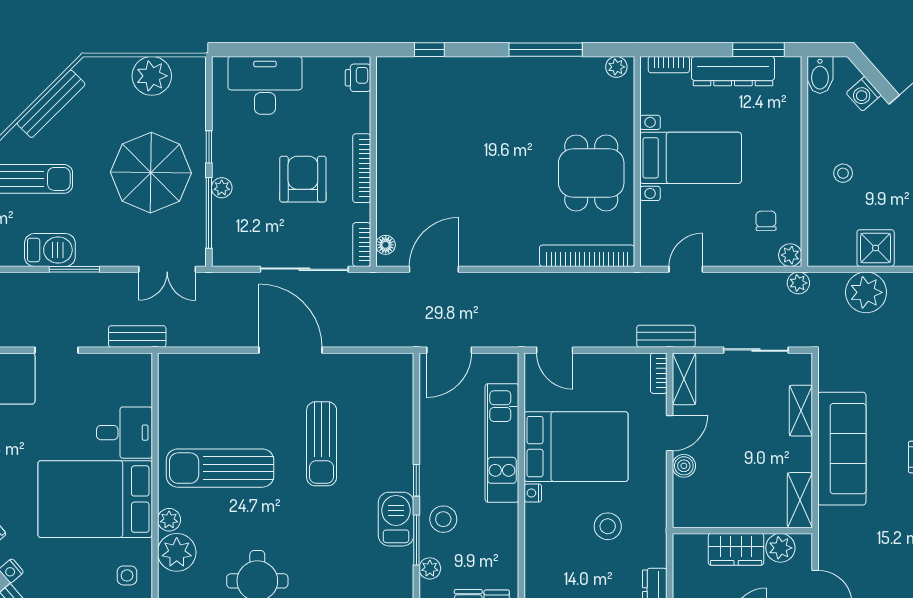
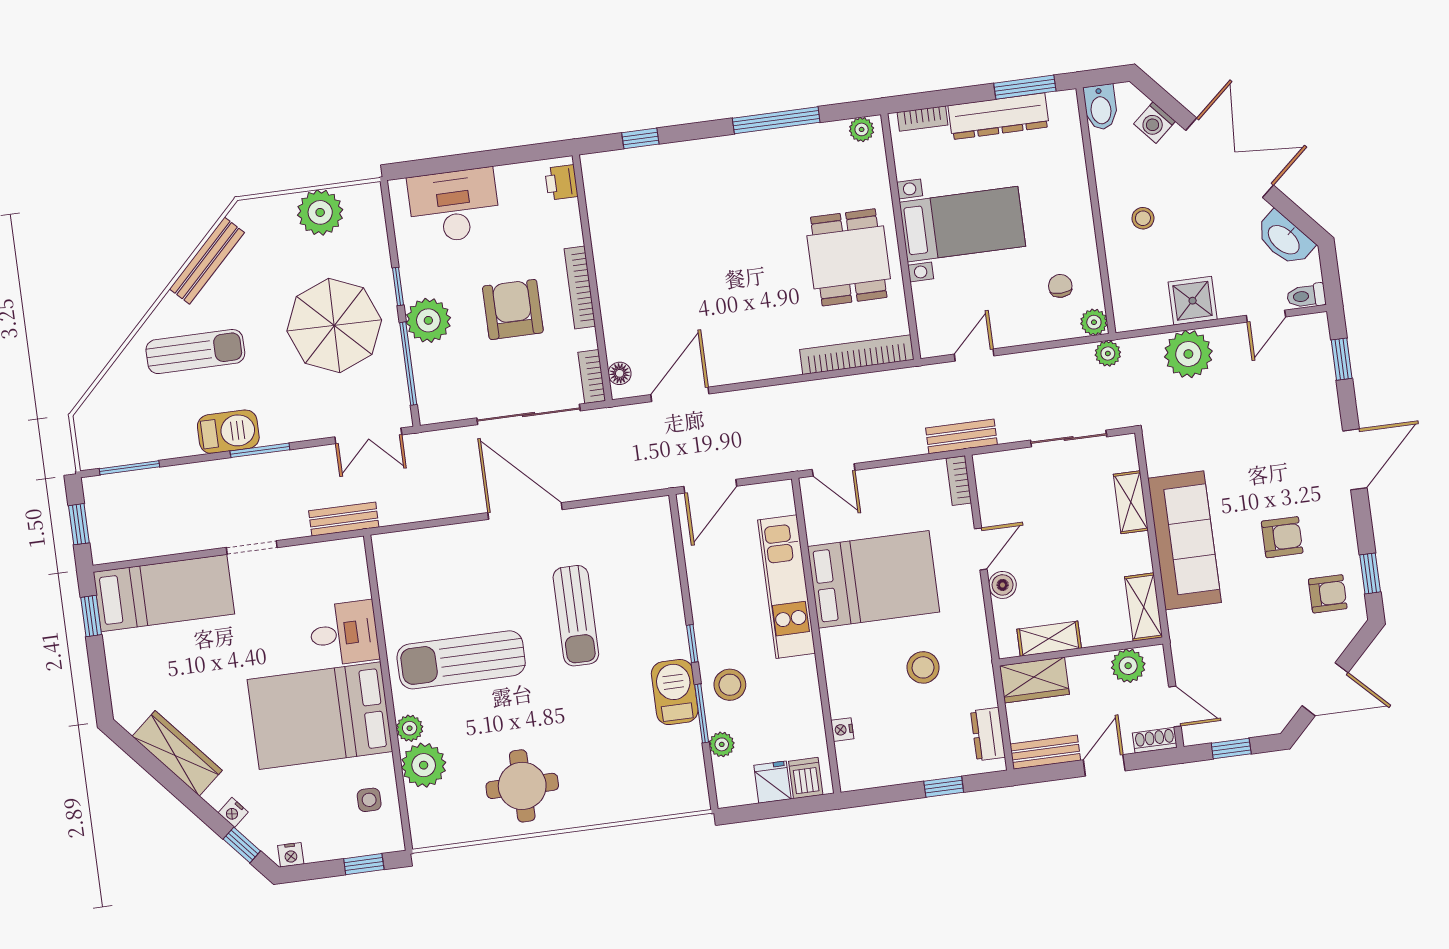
plant: (222, 188) -> (428, 320), width x1.88, depth x1.88
shelving: (684, 379) -> (1049, 639), moved, turned 90
nightstand: (533, 493) -> (842, 730), moved
wardrobe: (736, 549) -> (1034, 680), moved

